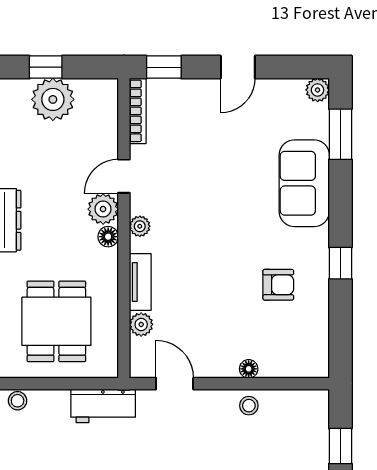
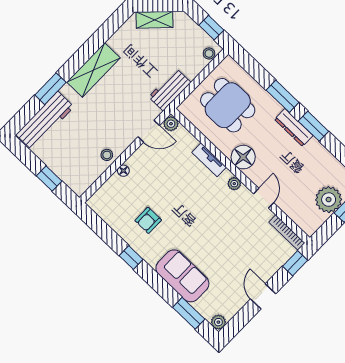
plant: (103, 209) -> (258, 175), removed
floor lamp: (108, 237) -> (243, 157), width x1.89, depth x1.89
plant: (141, 324) -> (171, 124), moved

